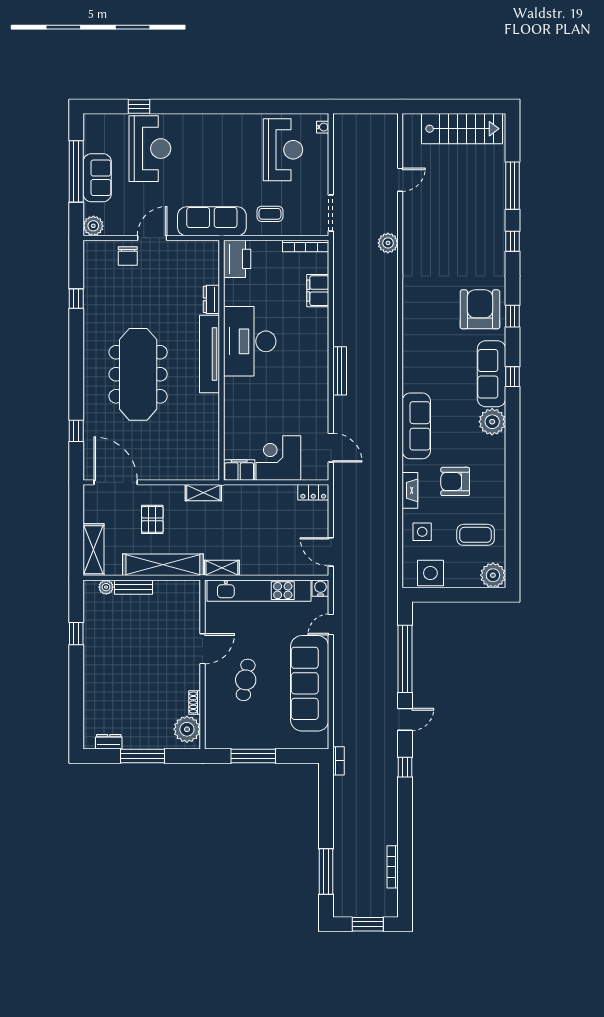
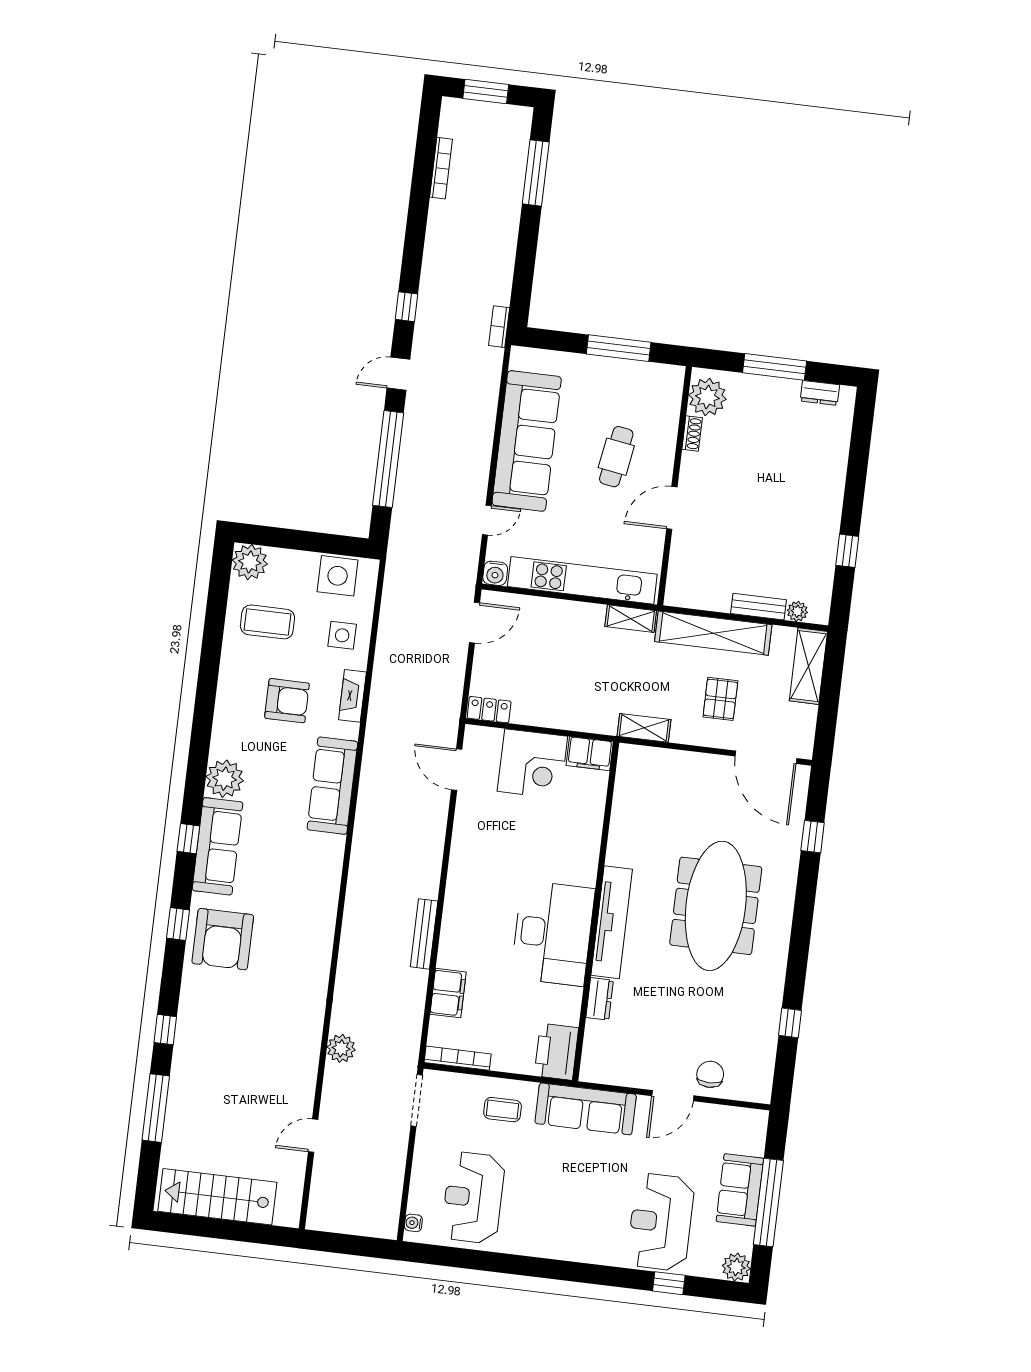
plant: (93, 226) -> (736, 1267), moved
bench: (340, 371) -> (424, 934), moved
door: (331, 552) -> (474, 623), hinge flipped

